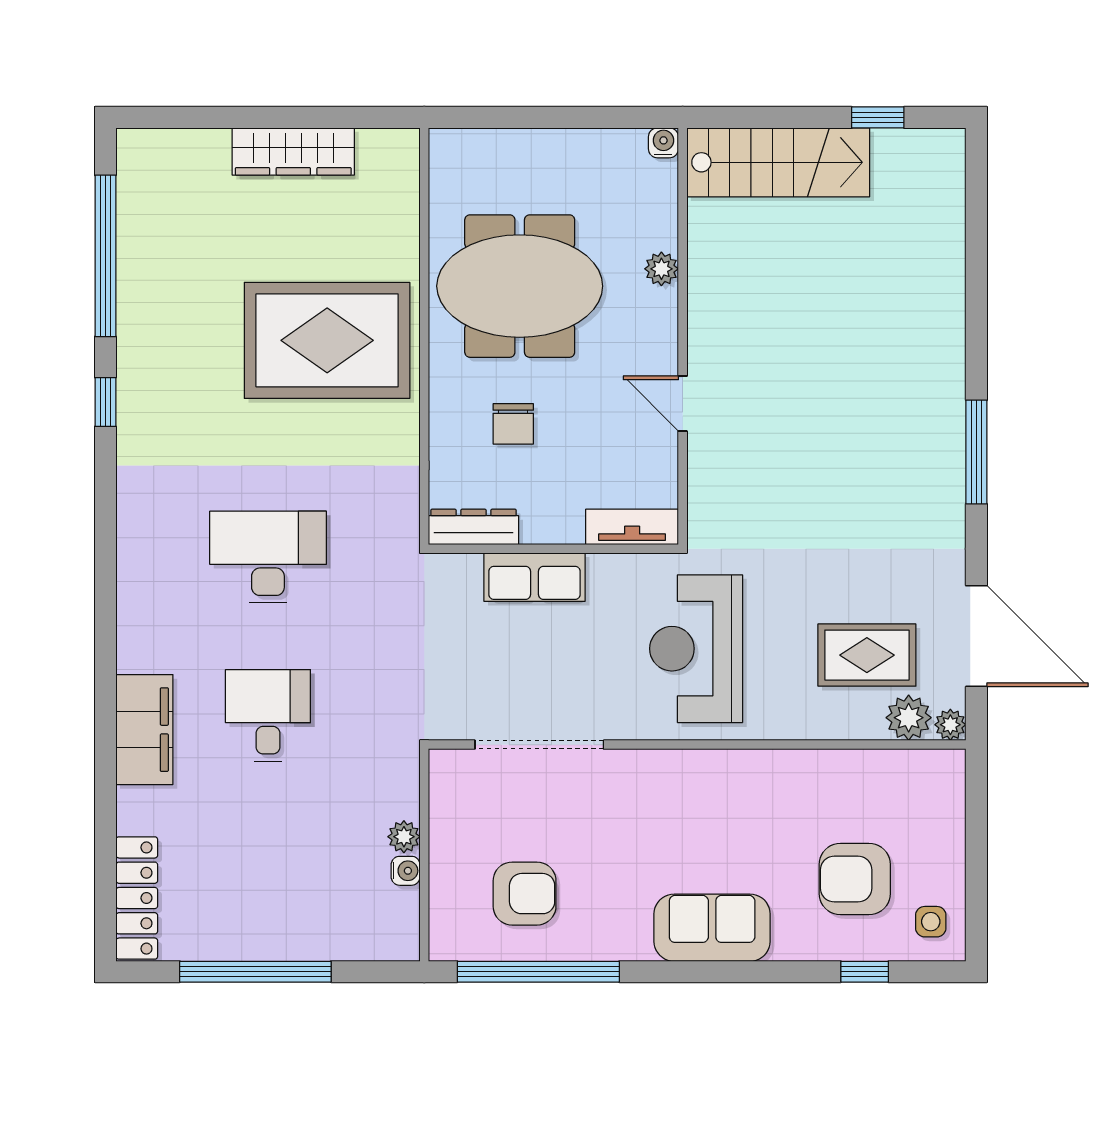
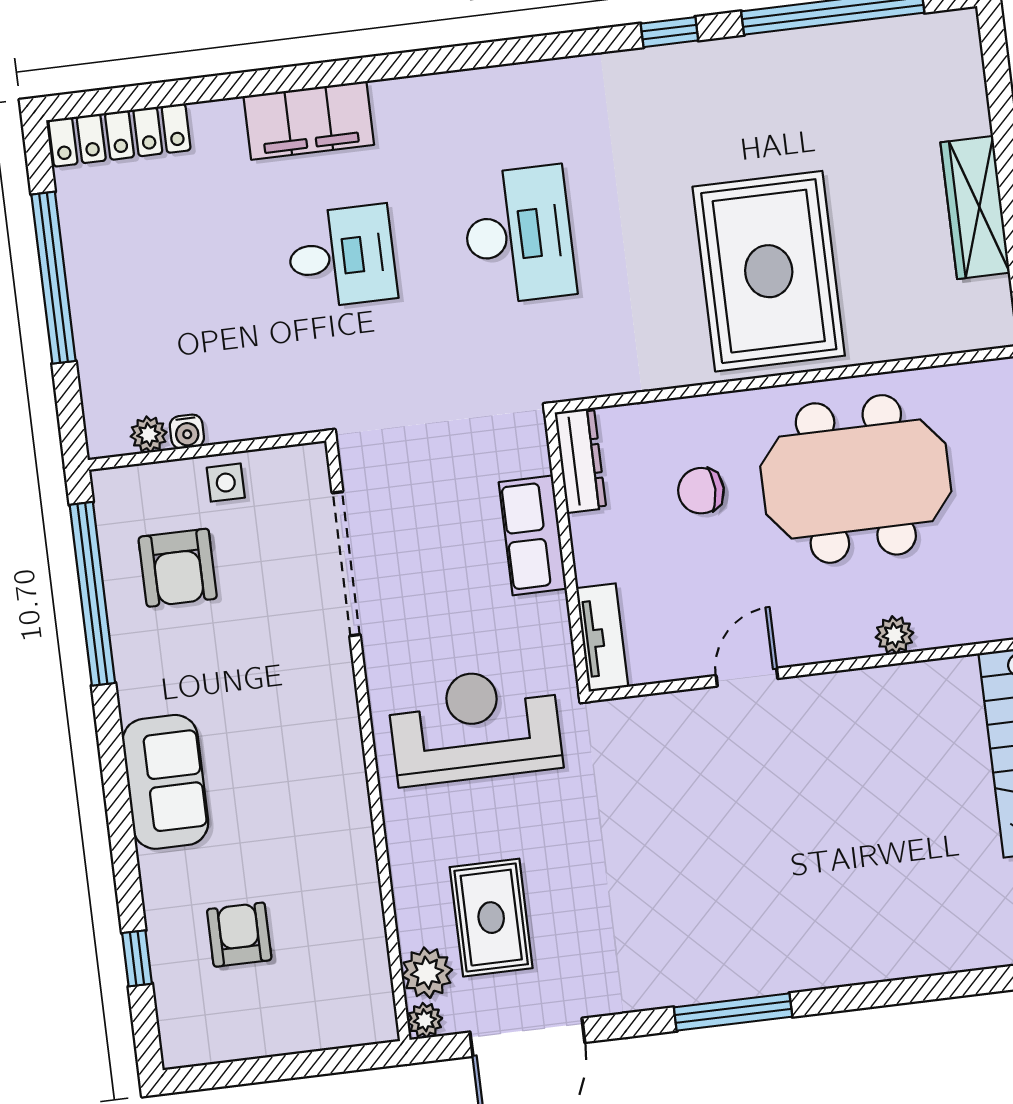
meeting table: (520, 286) -> (856, 479), turned 90
plant: (404, 837) -> (149, 434), moved
armchair: (855, 879) -> (239, 935), width x0.72, depth x0.72
side table: (931, 922) -> (226, 483), moved

